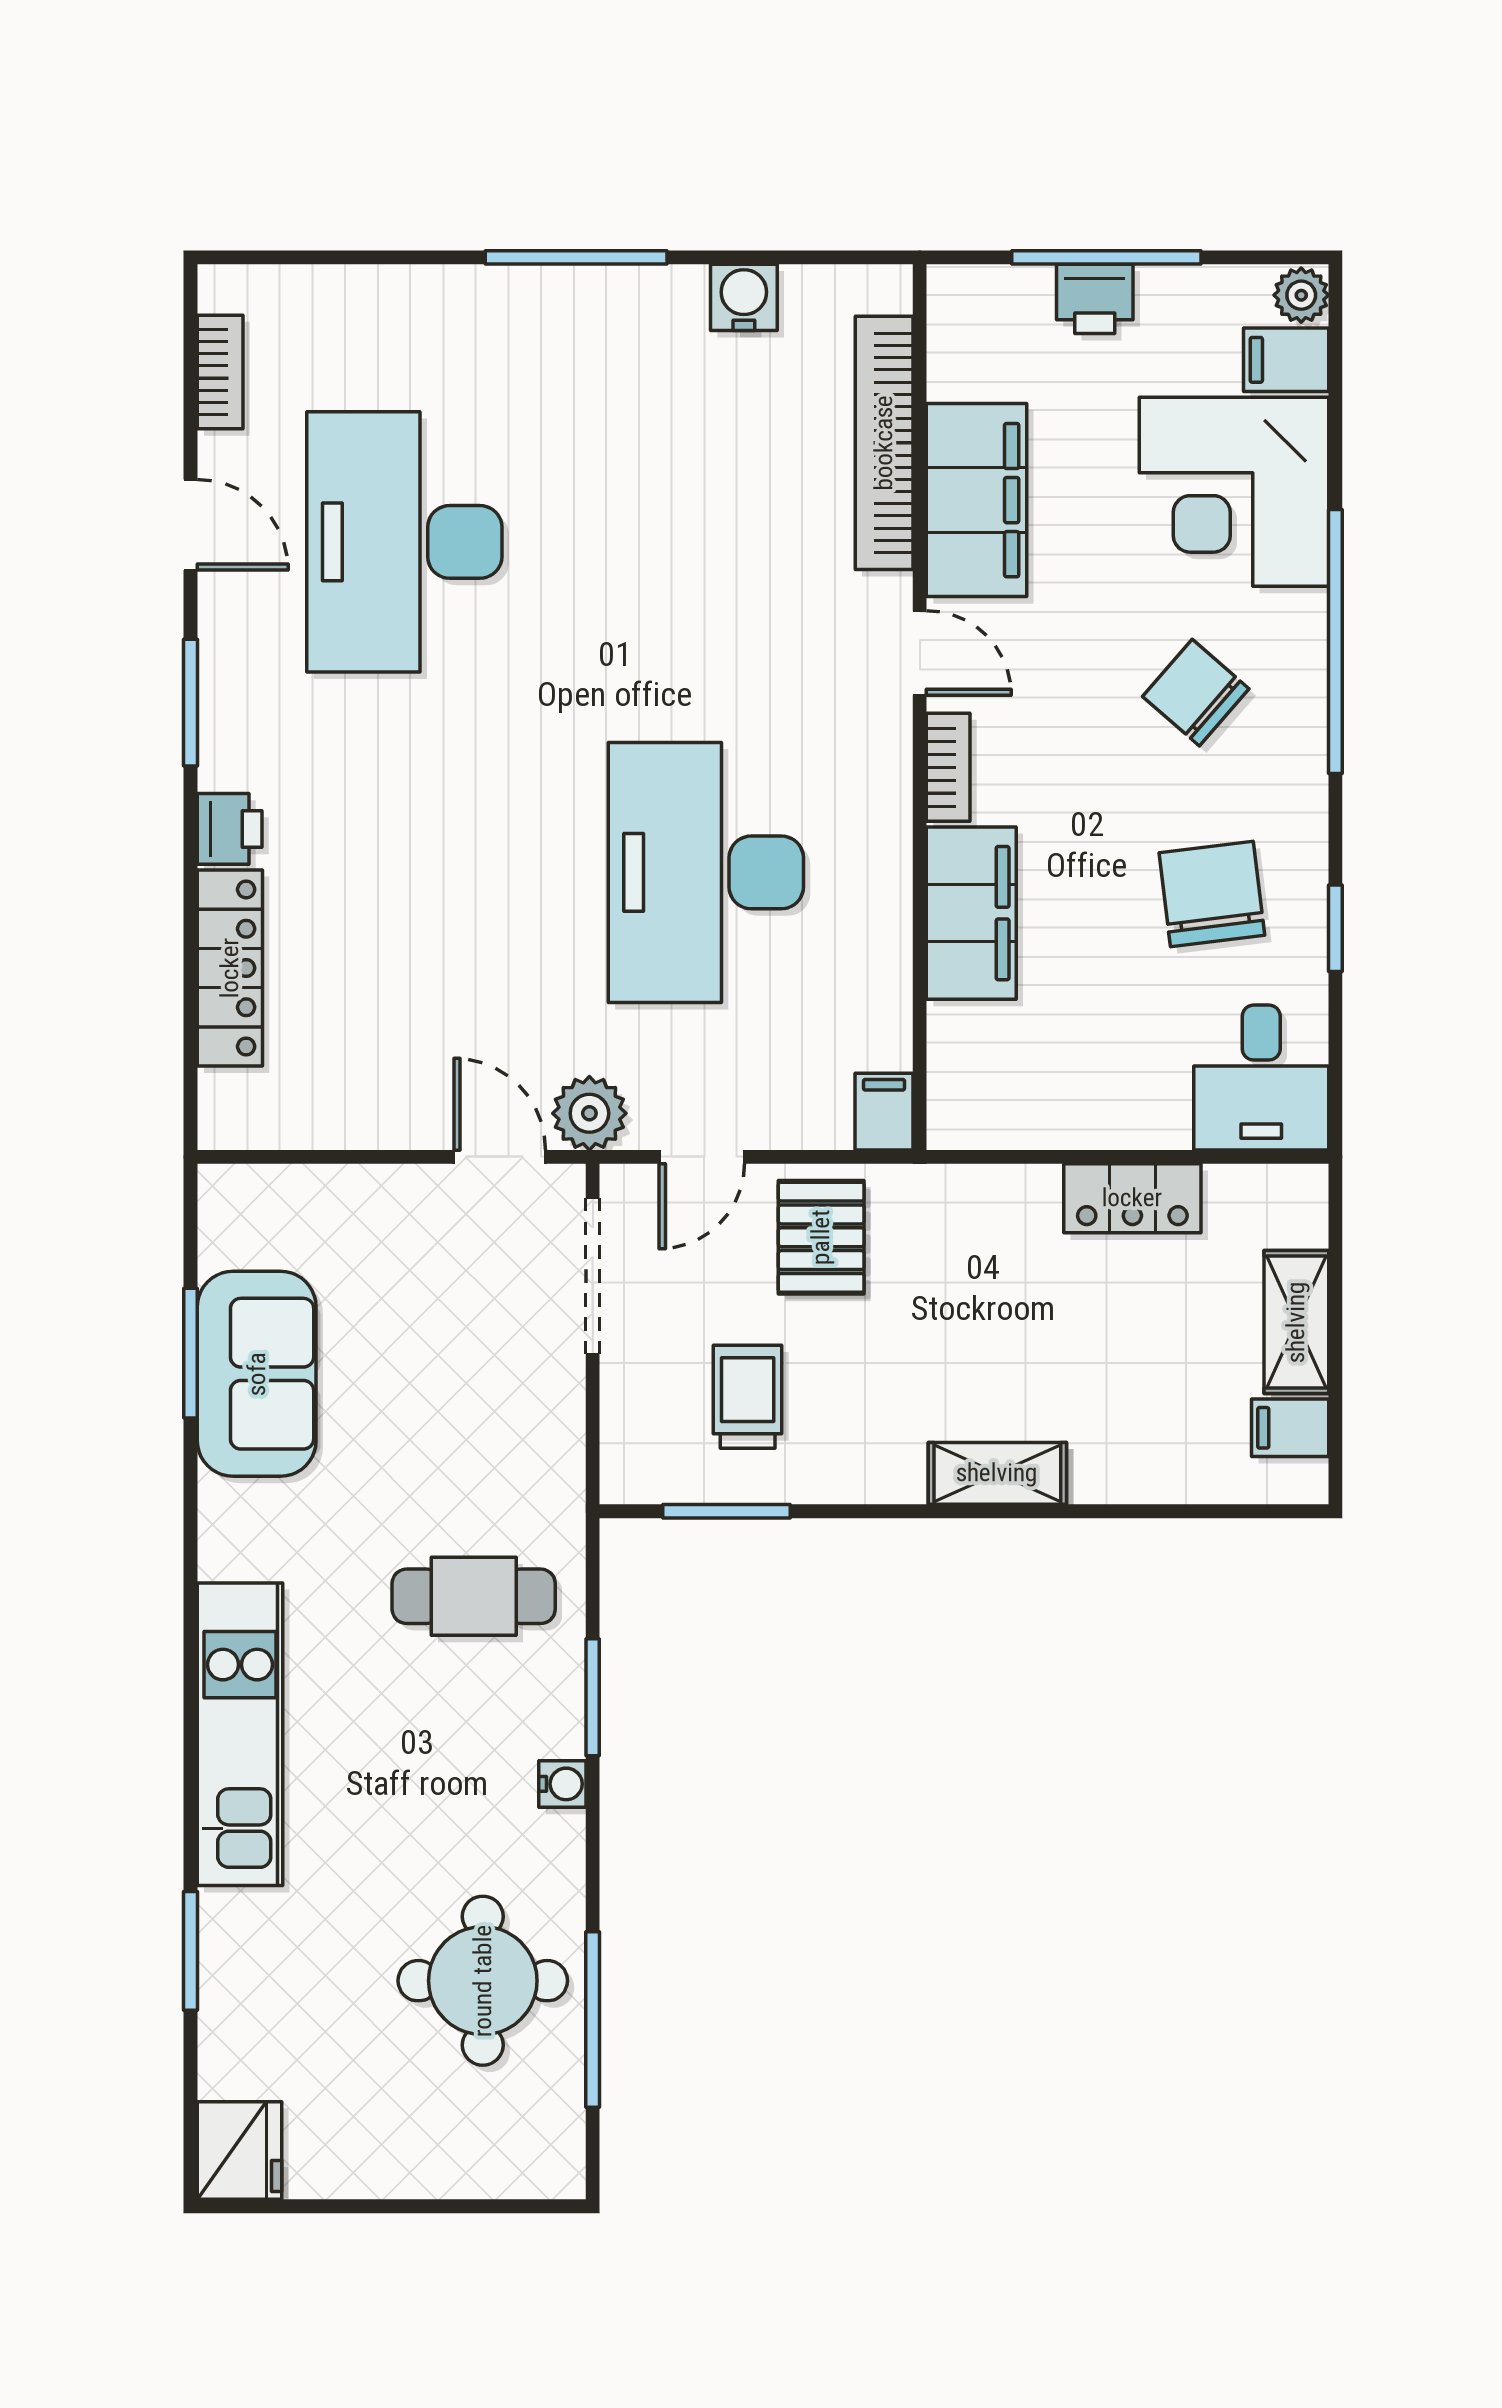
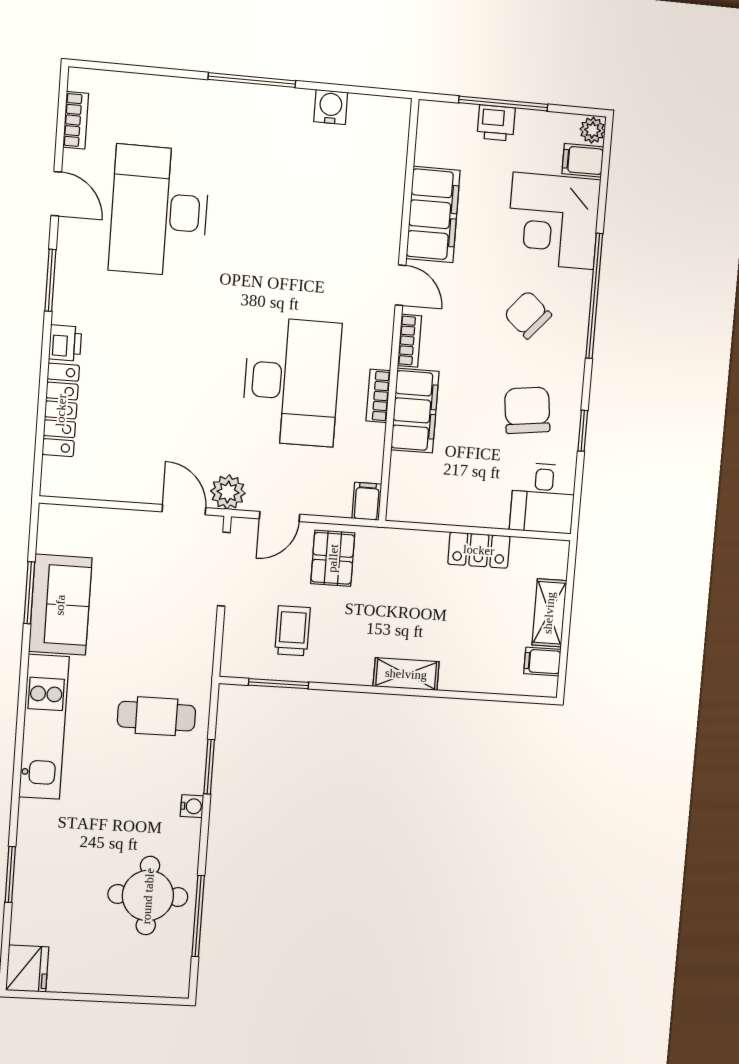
bookcase: (884, 443) -> (378, 396), moved, width x0.43, depth x0.76
desk: (706, 872) -> (292, 382), turned 180
kitchen unit: (240, 1734) -> (44, 727), moved

